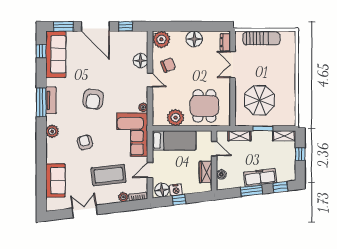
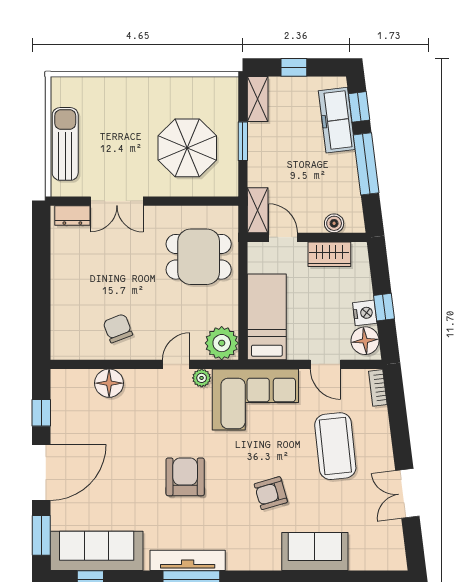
plant: (161, 39) -> (67, 342), removed
floor lamp: (194, 39) -> (66, 277), removed
door: (150, 80) -> (176, 364), moved
armchair: (93, 99) -> (185, 477), turned -99
tv unit: (51, 100) -> (188, 560), width x1.41
plant: (176, 118) -> (222, 343), moved
plant: (52, 131) -> (249, 558), removed
shelving: (239, 136) -> (258, 210), moved
door: (214, 149) -> (283, 237), hinge flipped
freezer: (260, 177) -> (337, 120), moved
sofa: (55, 180) -> (315, 551), moved
window: (251, 191) -> (366, 164), width x1.44
plant: (123, 197) -> (379, 417), removed

